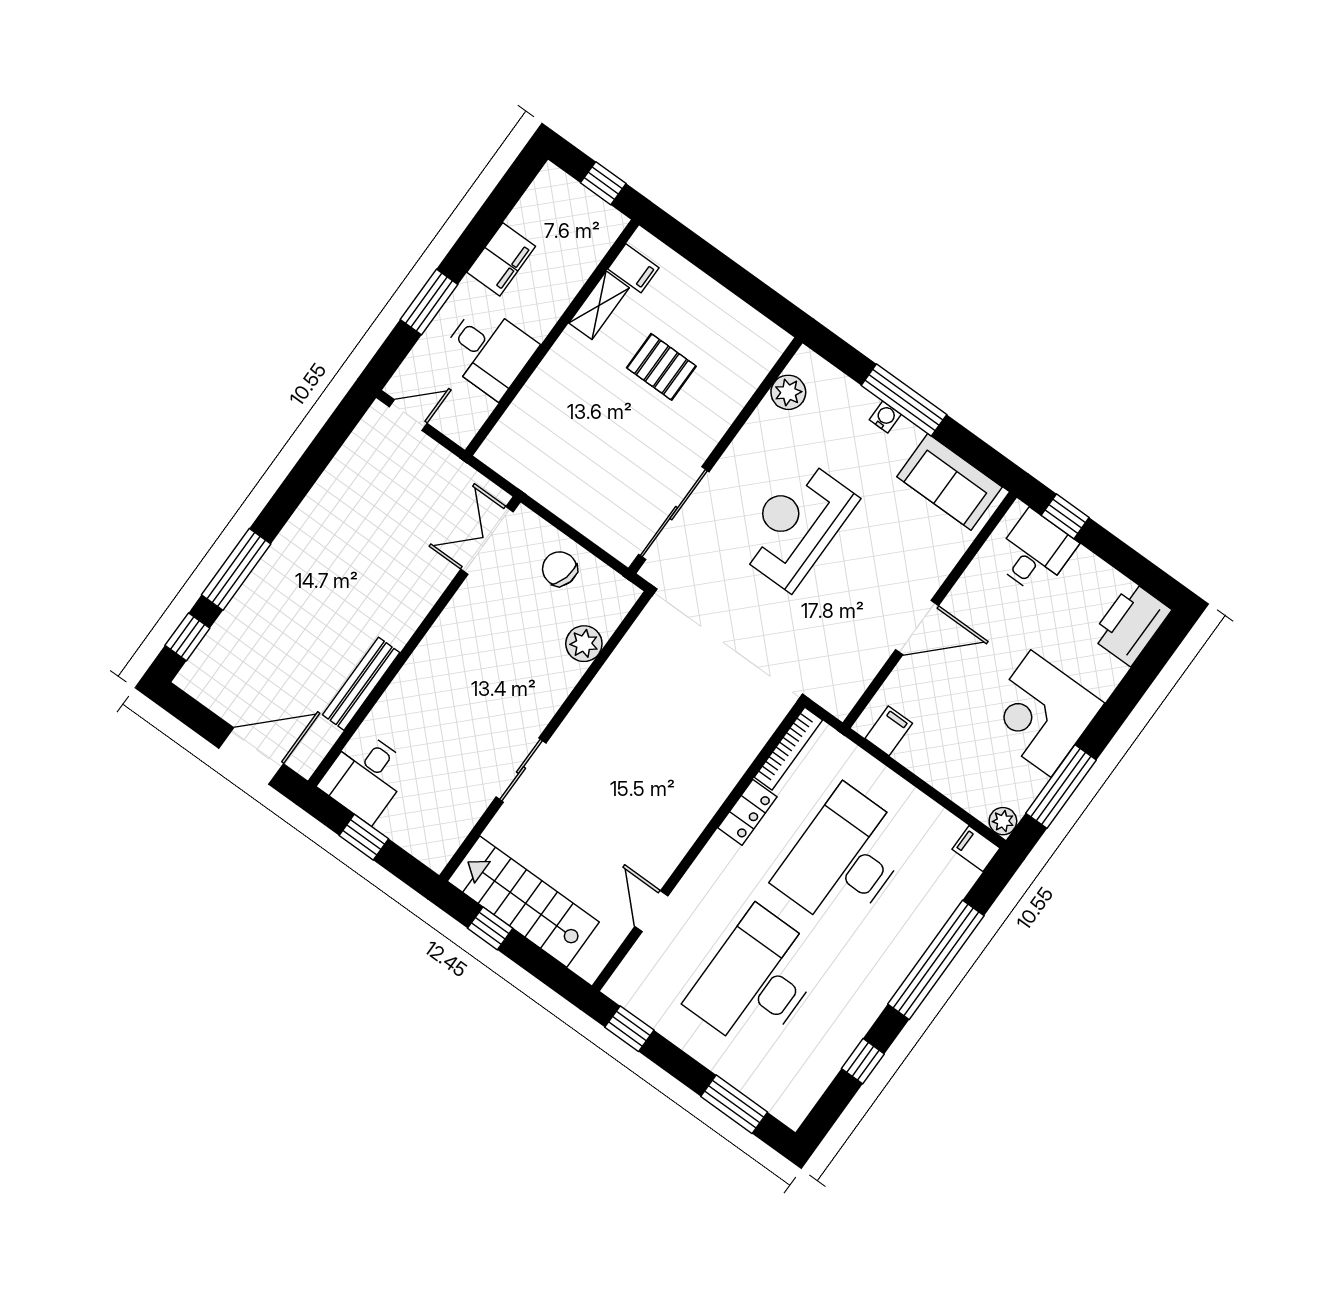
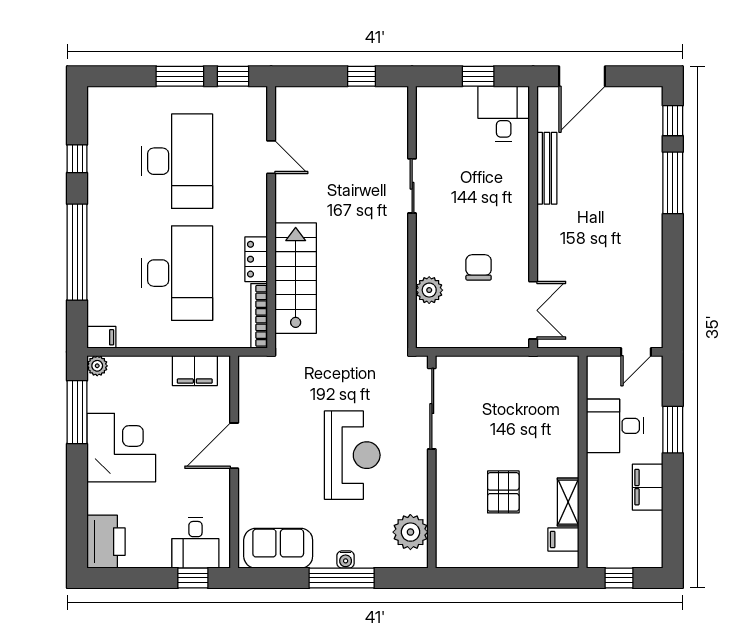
pallet: (661, 367) -> (503, 492), turned 90
plant: (788, 392) -> (410, 532), width x1.36, depth x1.36
chair: (560, 569) -> (479, 267), moved, turned -105
filing cabinet: (889, 731) -> (195, 371), width x2.00
stairs: (523, 902) -> (296, 278), moved, turned -90
window: (734, 1104) -> (180, 76), moved

